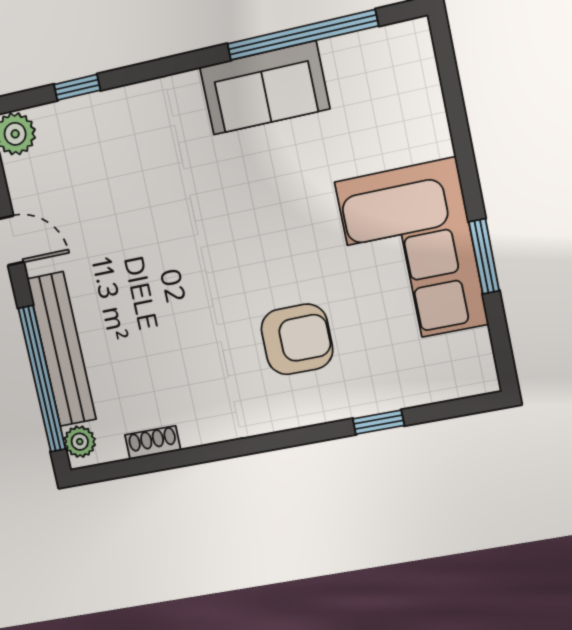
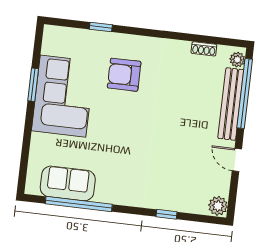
window: (77, 87) -> (167, 214), moved
sofa: (264, 88) -> (68, 183), moved

